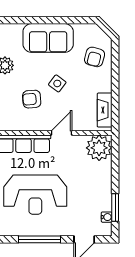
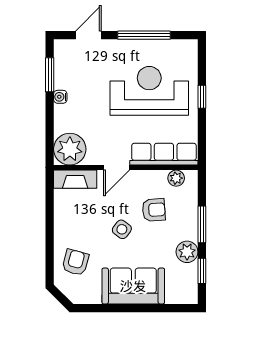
fireplace: (105, 110) -> (75, 179), moved, turned 90
plant: (14, 125) -> (176, 178), added
water cooler: (107, 217) -> (60, 97), moved

